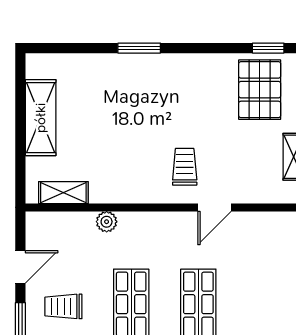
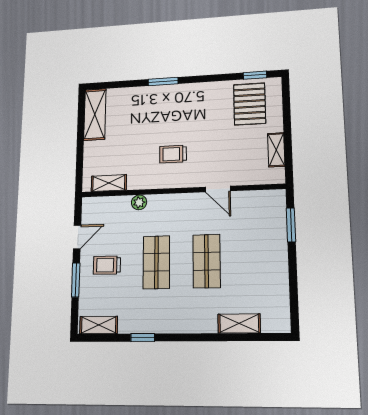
shelving: (41, 118) -> (95, 114), moved
trolley: (185, 167) -> (173, 154), moved, turned -90
door: (214, 207) -> (218, 189), hinge flipped

